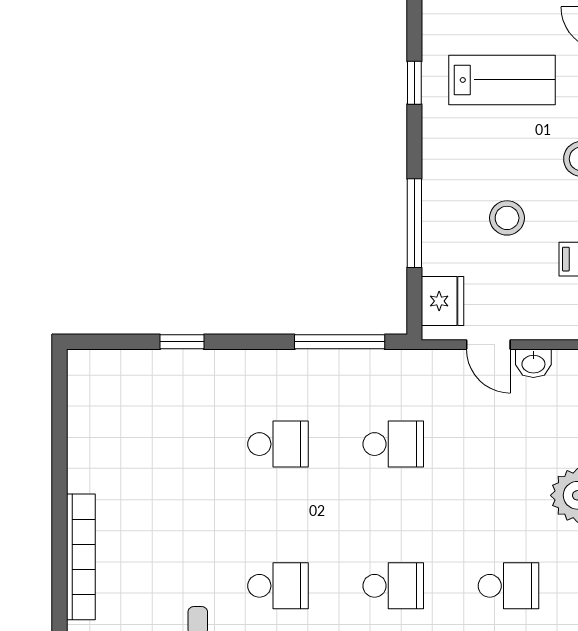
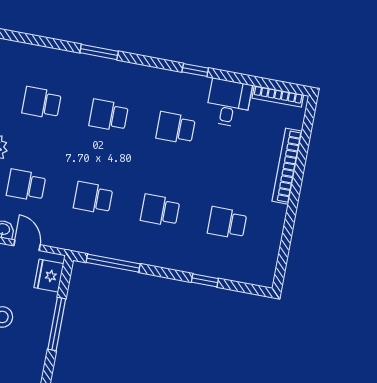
school desk: (163, 444) -> (227, 223), added
school desk: (508, 444) -> (26, 185), added

